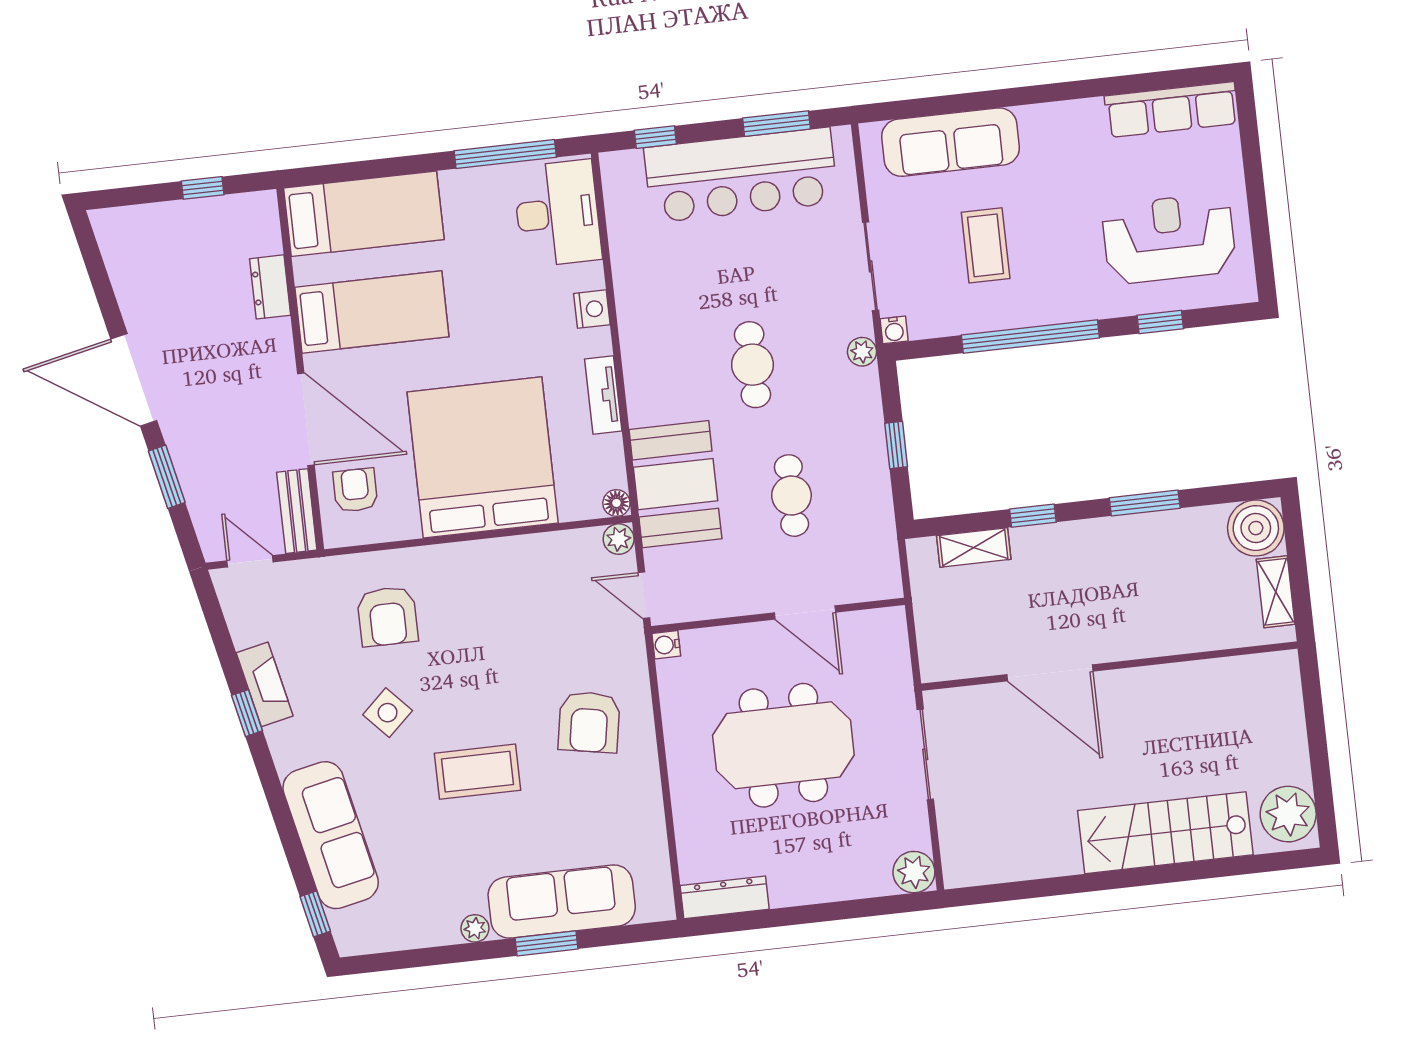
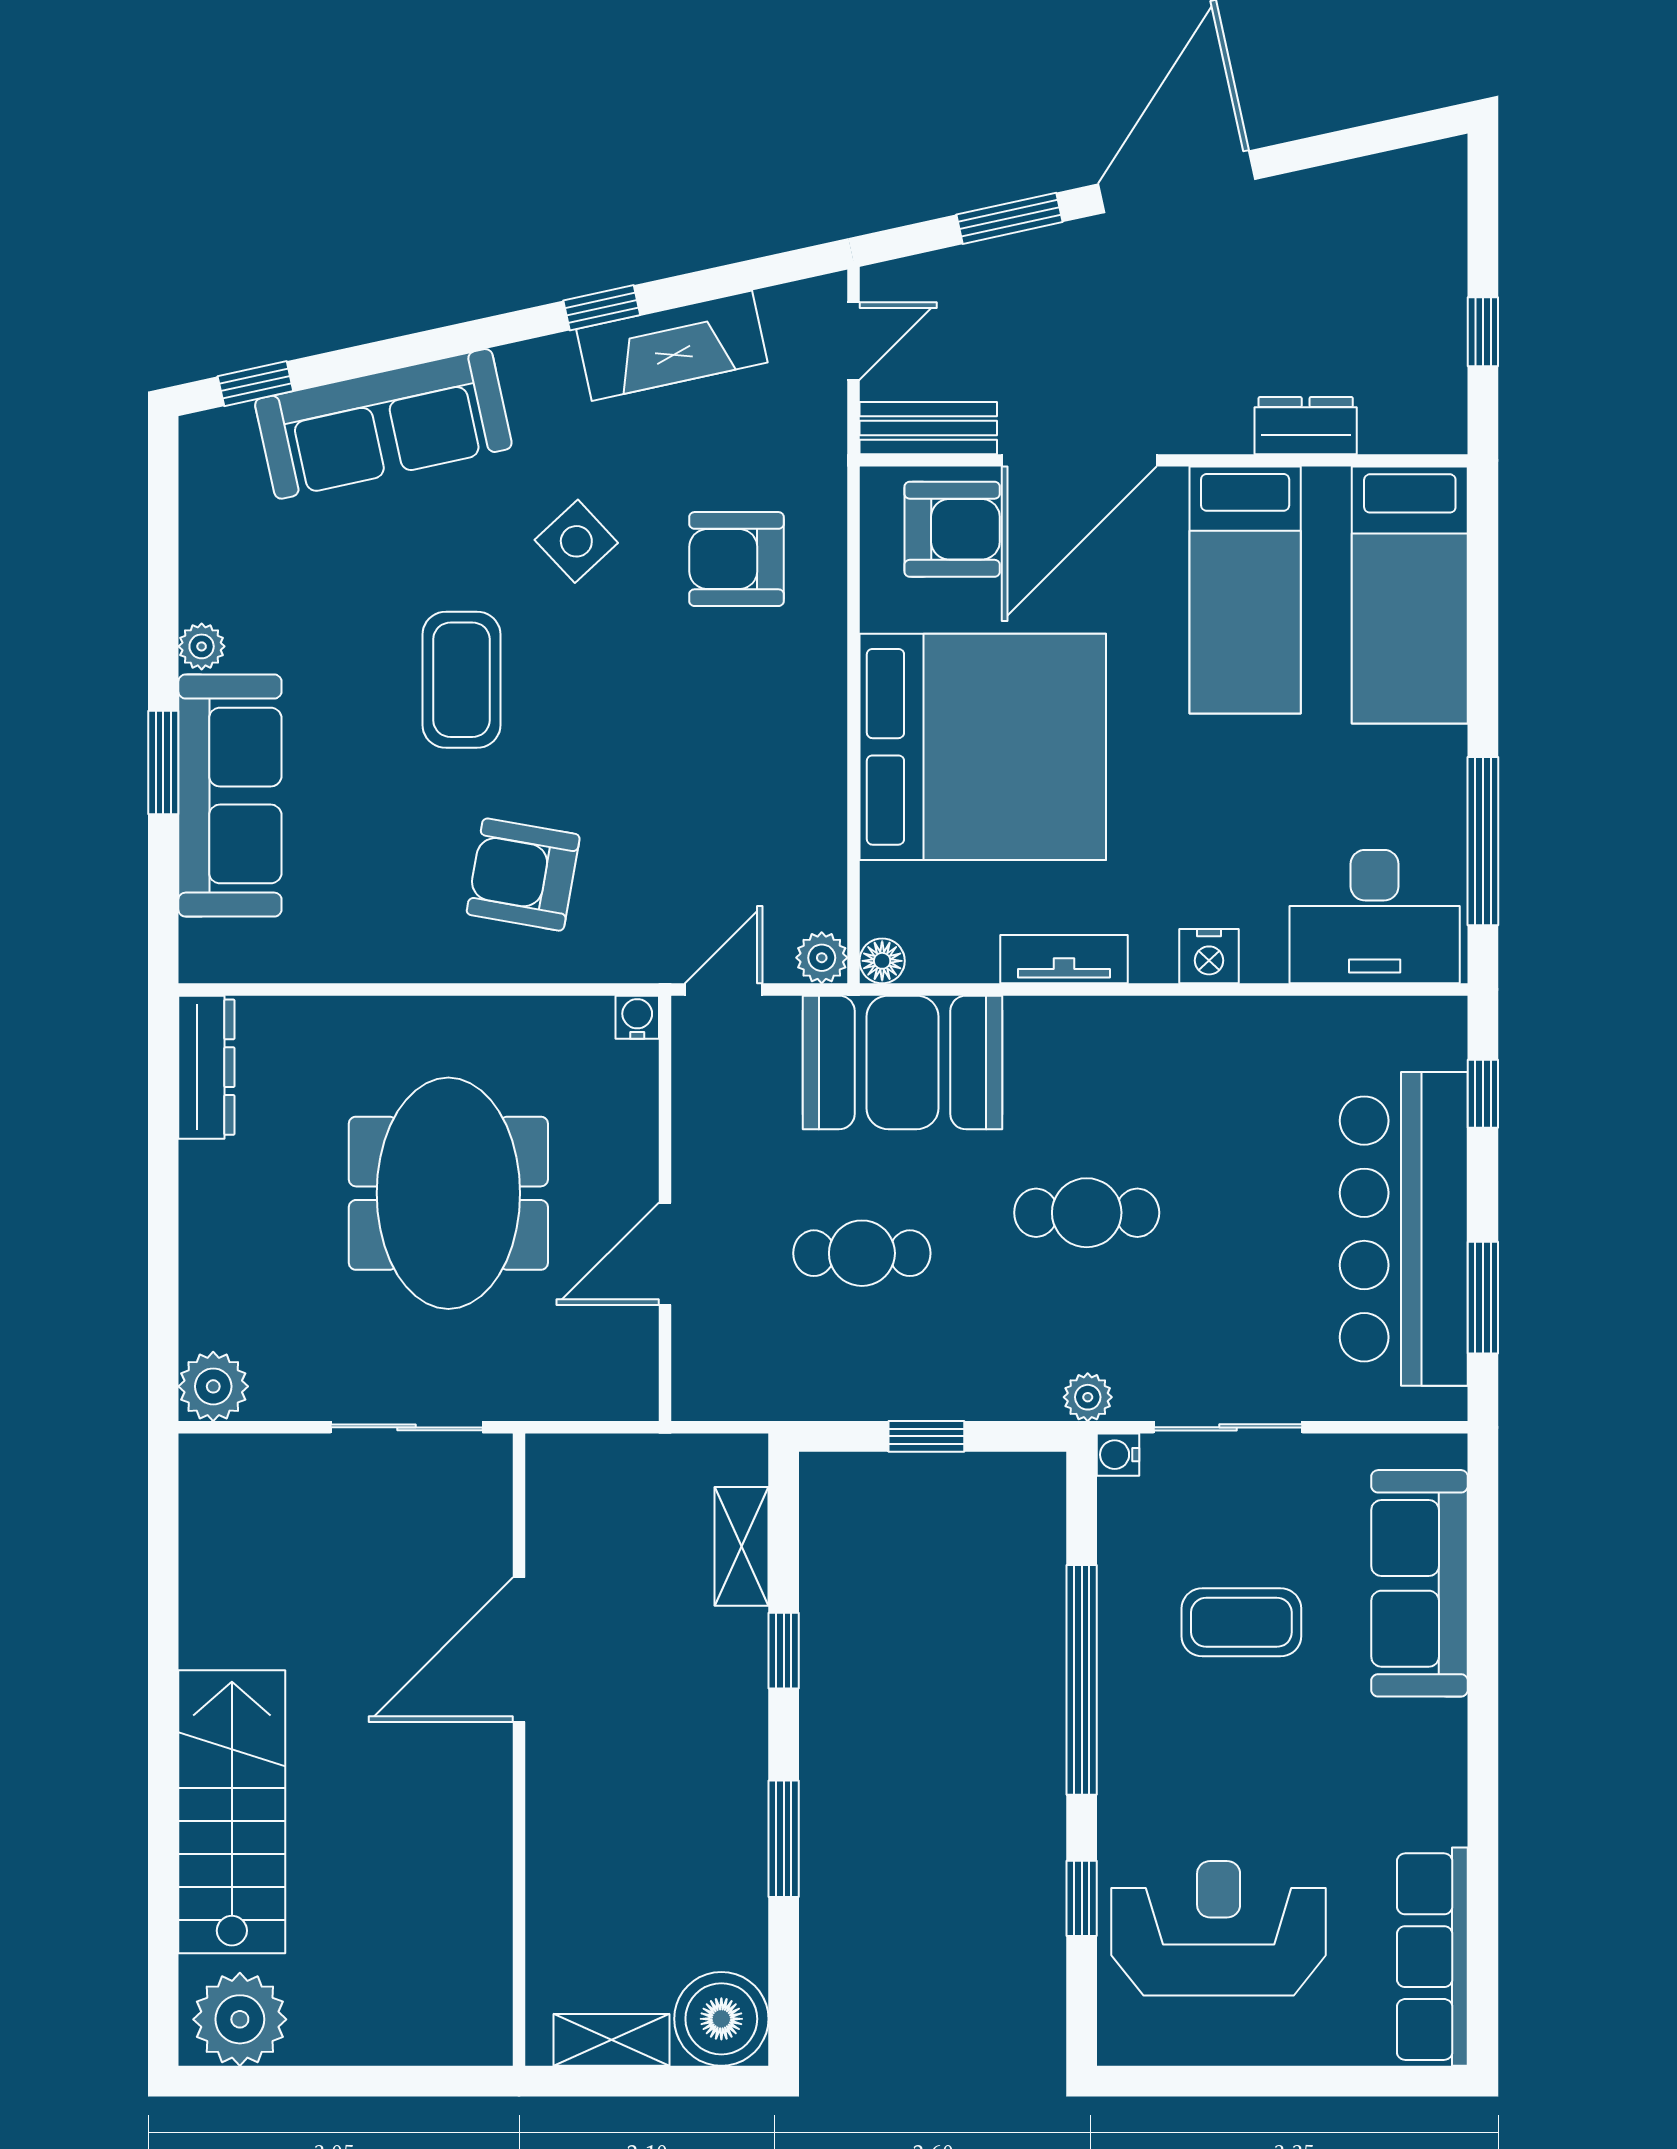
reception desk: (1169, 239) -> (1219, 1928), turned -90
armchair: (355, 490) -> (952, 529), width x1.38, depth x1.38
fireplace: (265, 684) -> (672, 346), width x1.37, depth x1.32

